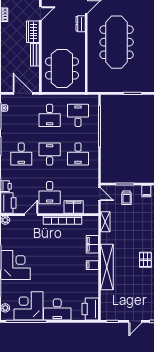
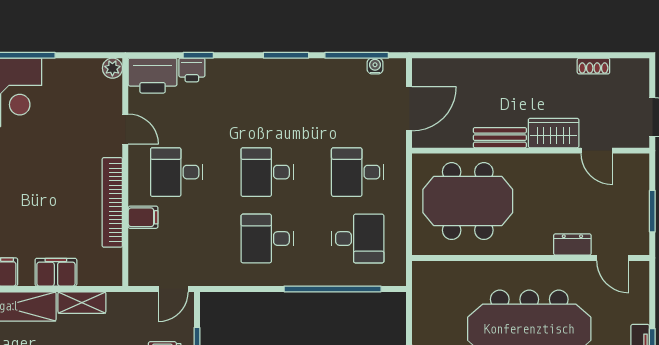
desk: (21, 154) -> (267, 106), removed
desk: (50, 154) -> (267, 172), turned 180
filing cabinet: (74, 207) -> (143, 217), width x0.50
shelving: (105, 222) -> (82, 303), moved

